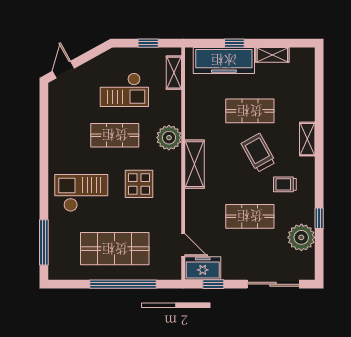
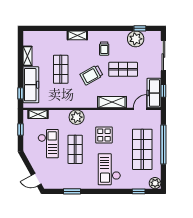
window: (234, 43) -> (20, 93), moved
window: (44, 130) -> (72, 191), added
trolley: (258, 153) -> (91, 75), moved
shelving: (195, 164) -> (112, 102), moved
shop shelf: (250, 216) -> (123, 69), turned 90
window: (319, 218) -> (140, 28), moved
window: (44, 242) -> (139, 191), width x0.46
freezer: (203, 268) -> (154, 93), width x1.40
plant: (58, 270) -> (155, 183), added

